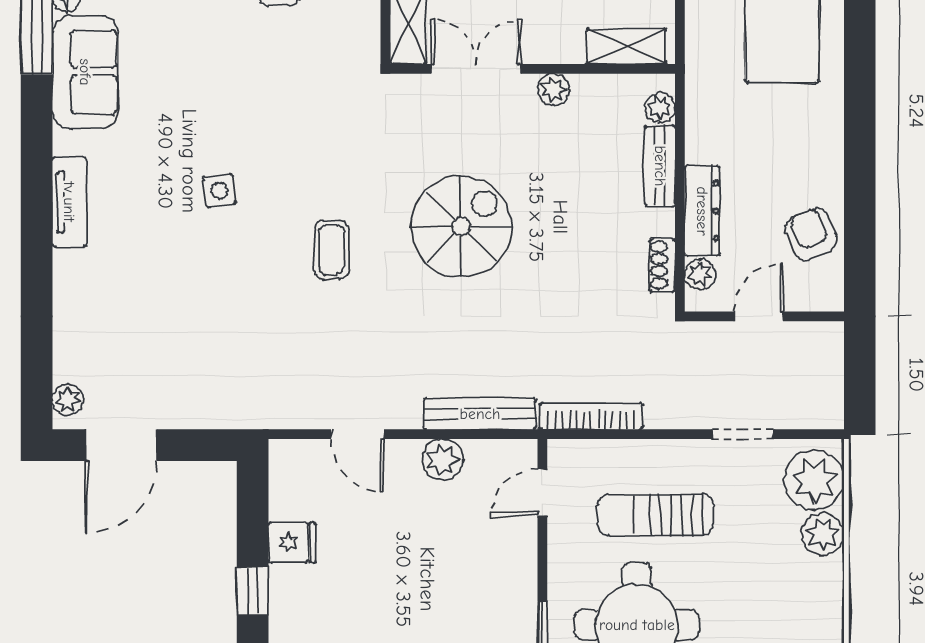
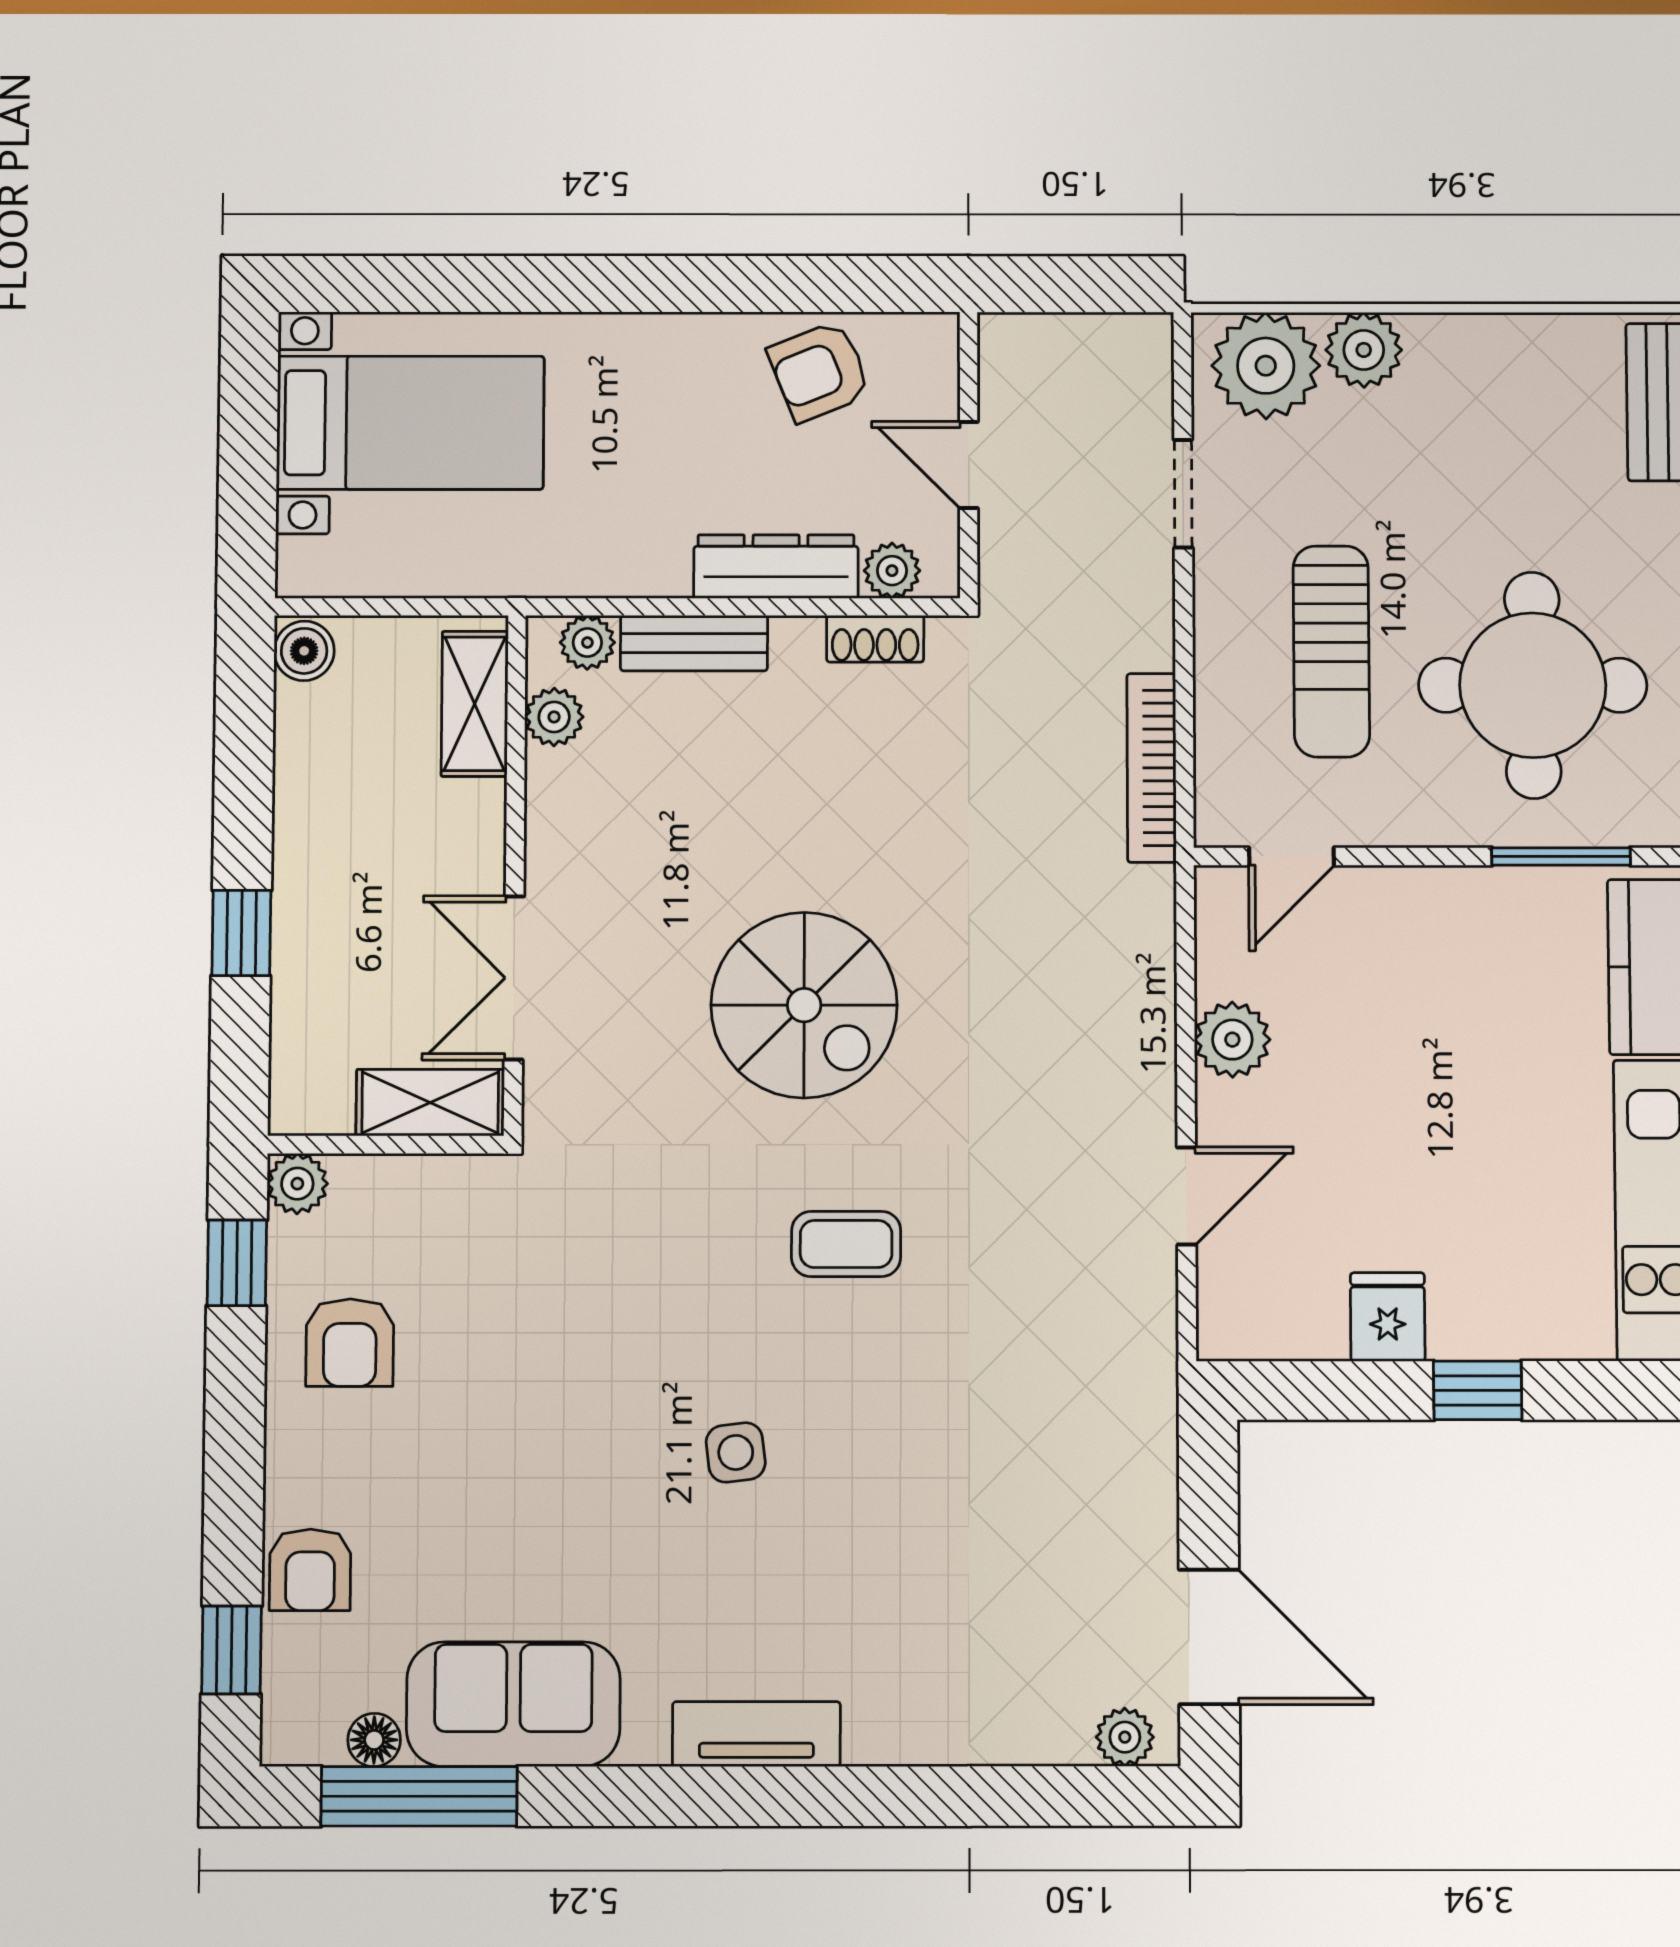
plant: (553, 90) -> (554, 717), moved
spiral stairs: (461, 227) -> (804, 1005), turned 180
bench: (480, 414) -> (1148, 971), removed
door: (542, 492) -> (1291, 856), hinge flipped

